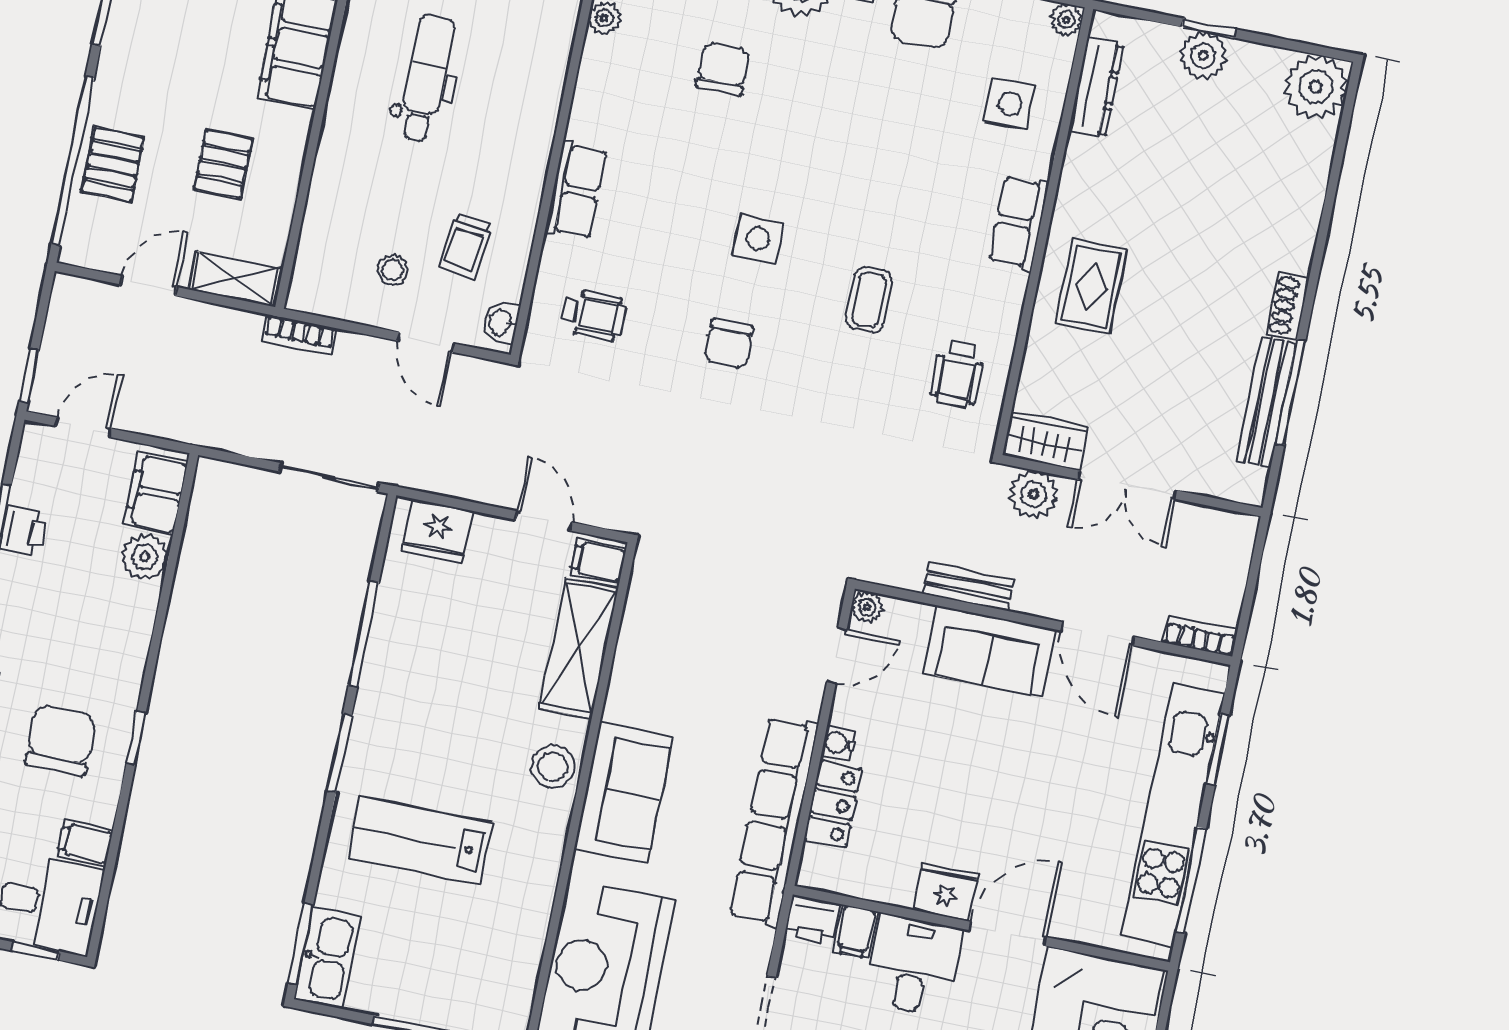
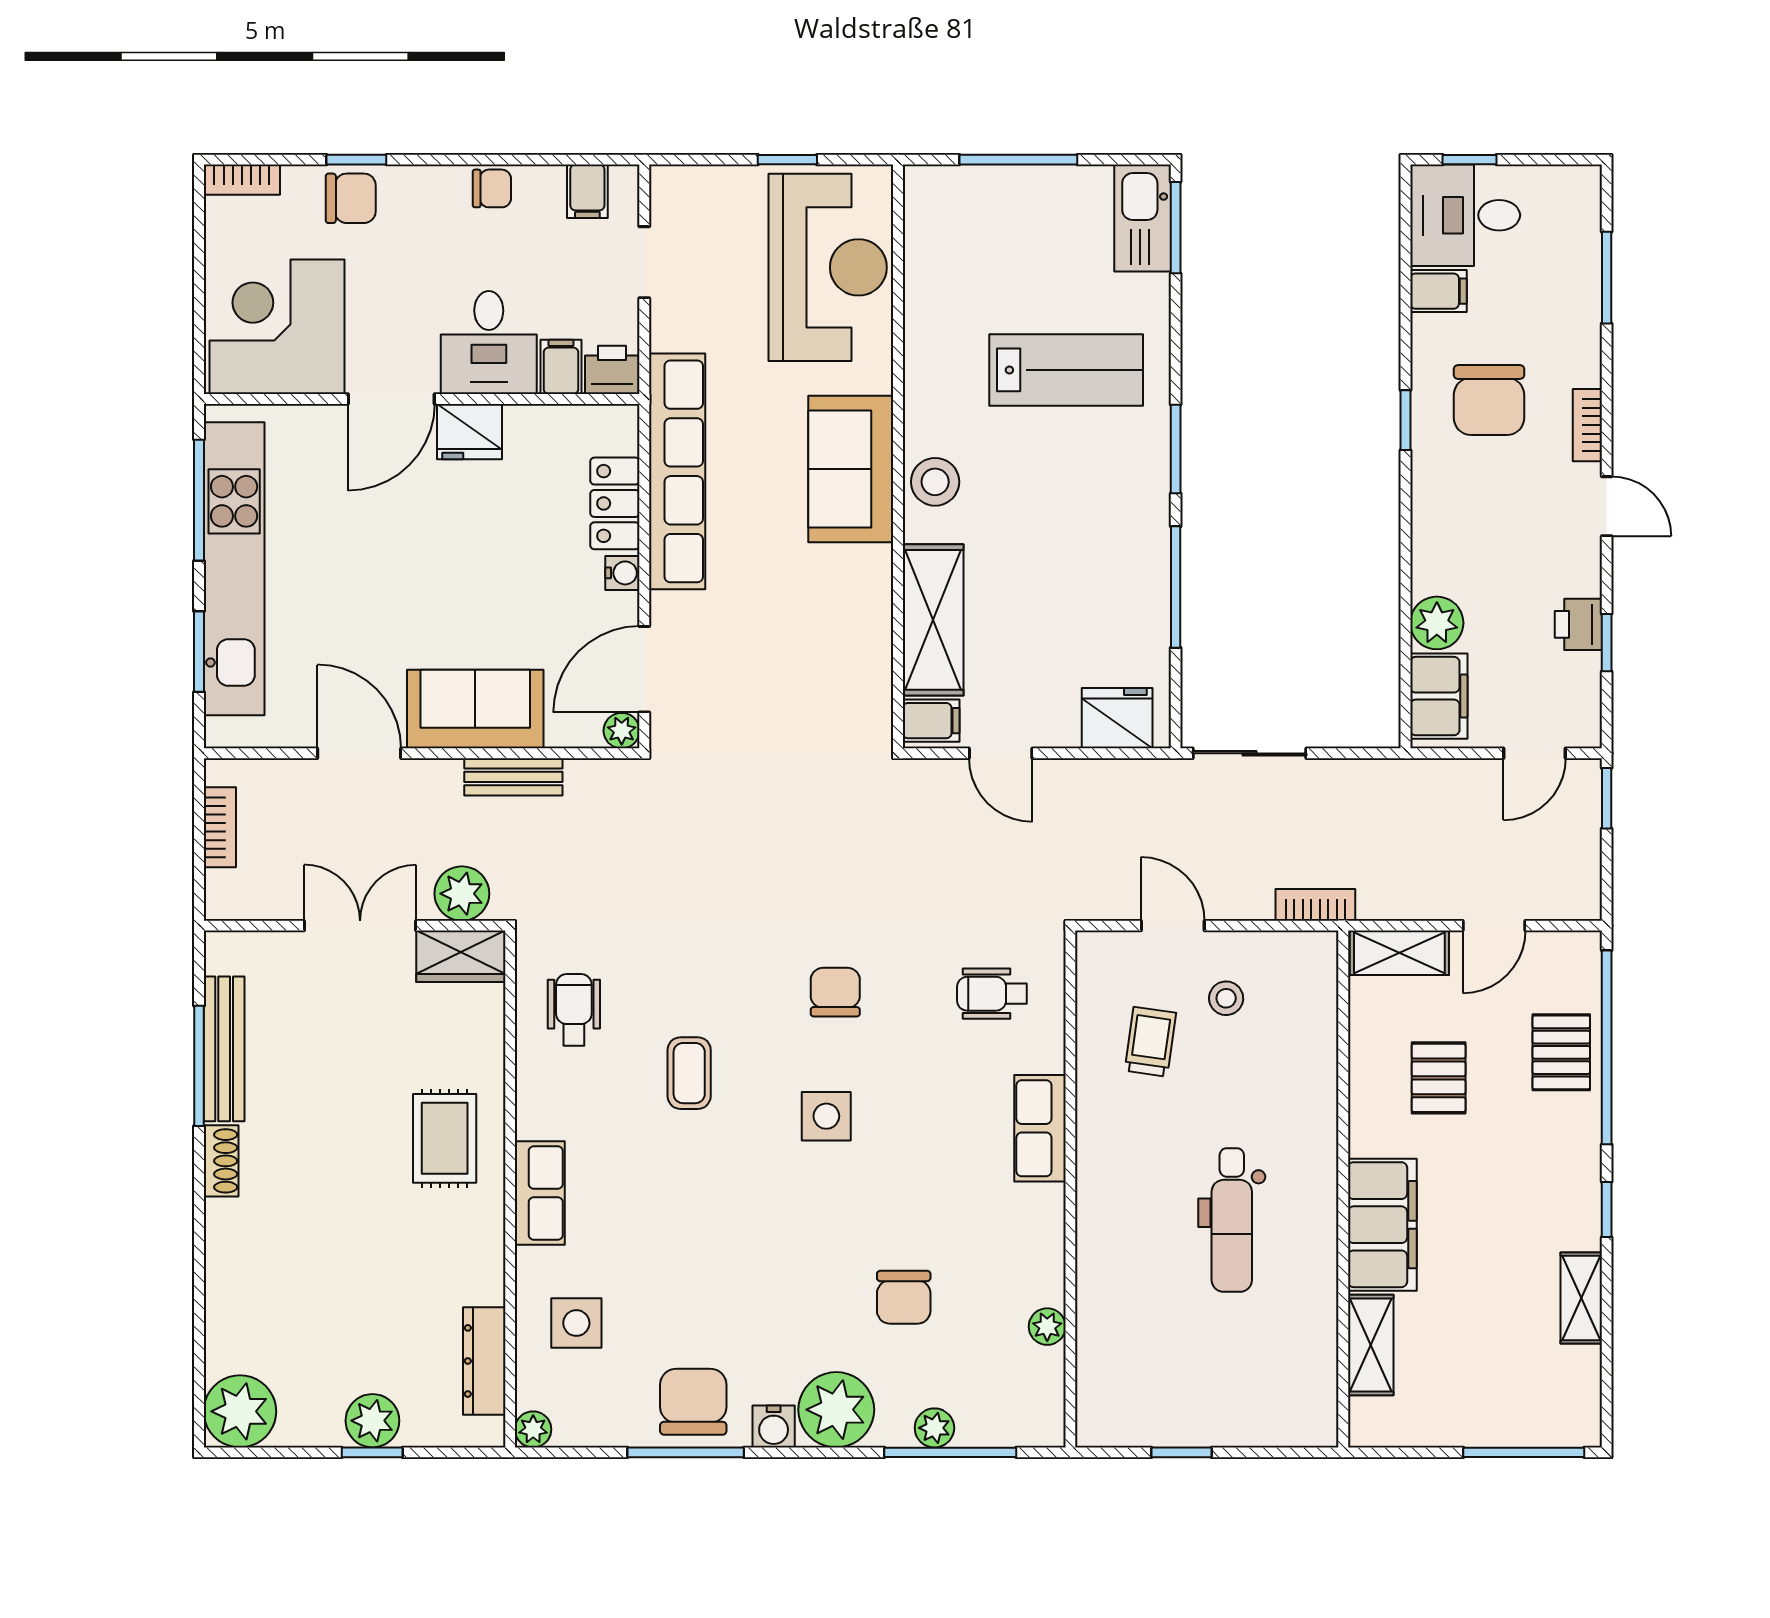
washbasin: (501, 322) -> (1093, 965), removed
bookcase: (1201, 636) -> (220, 827), moved, turned -90
door: (837, 656) -> (644, 669), width x1.38

